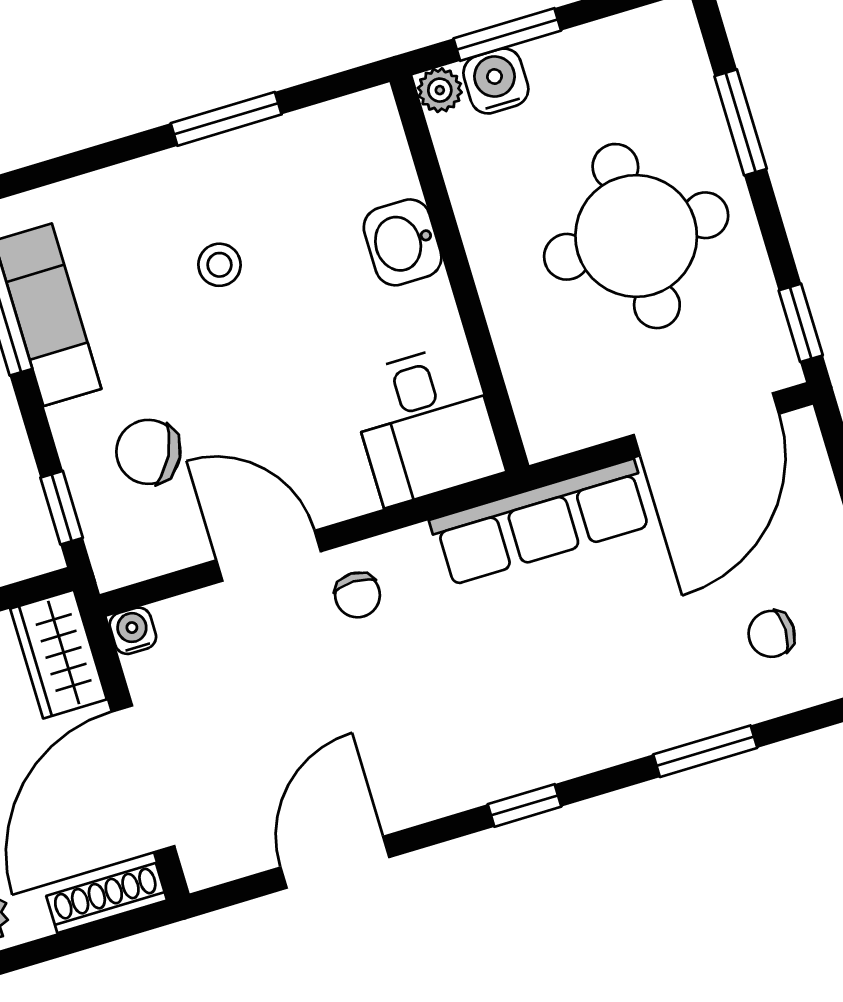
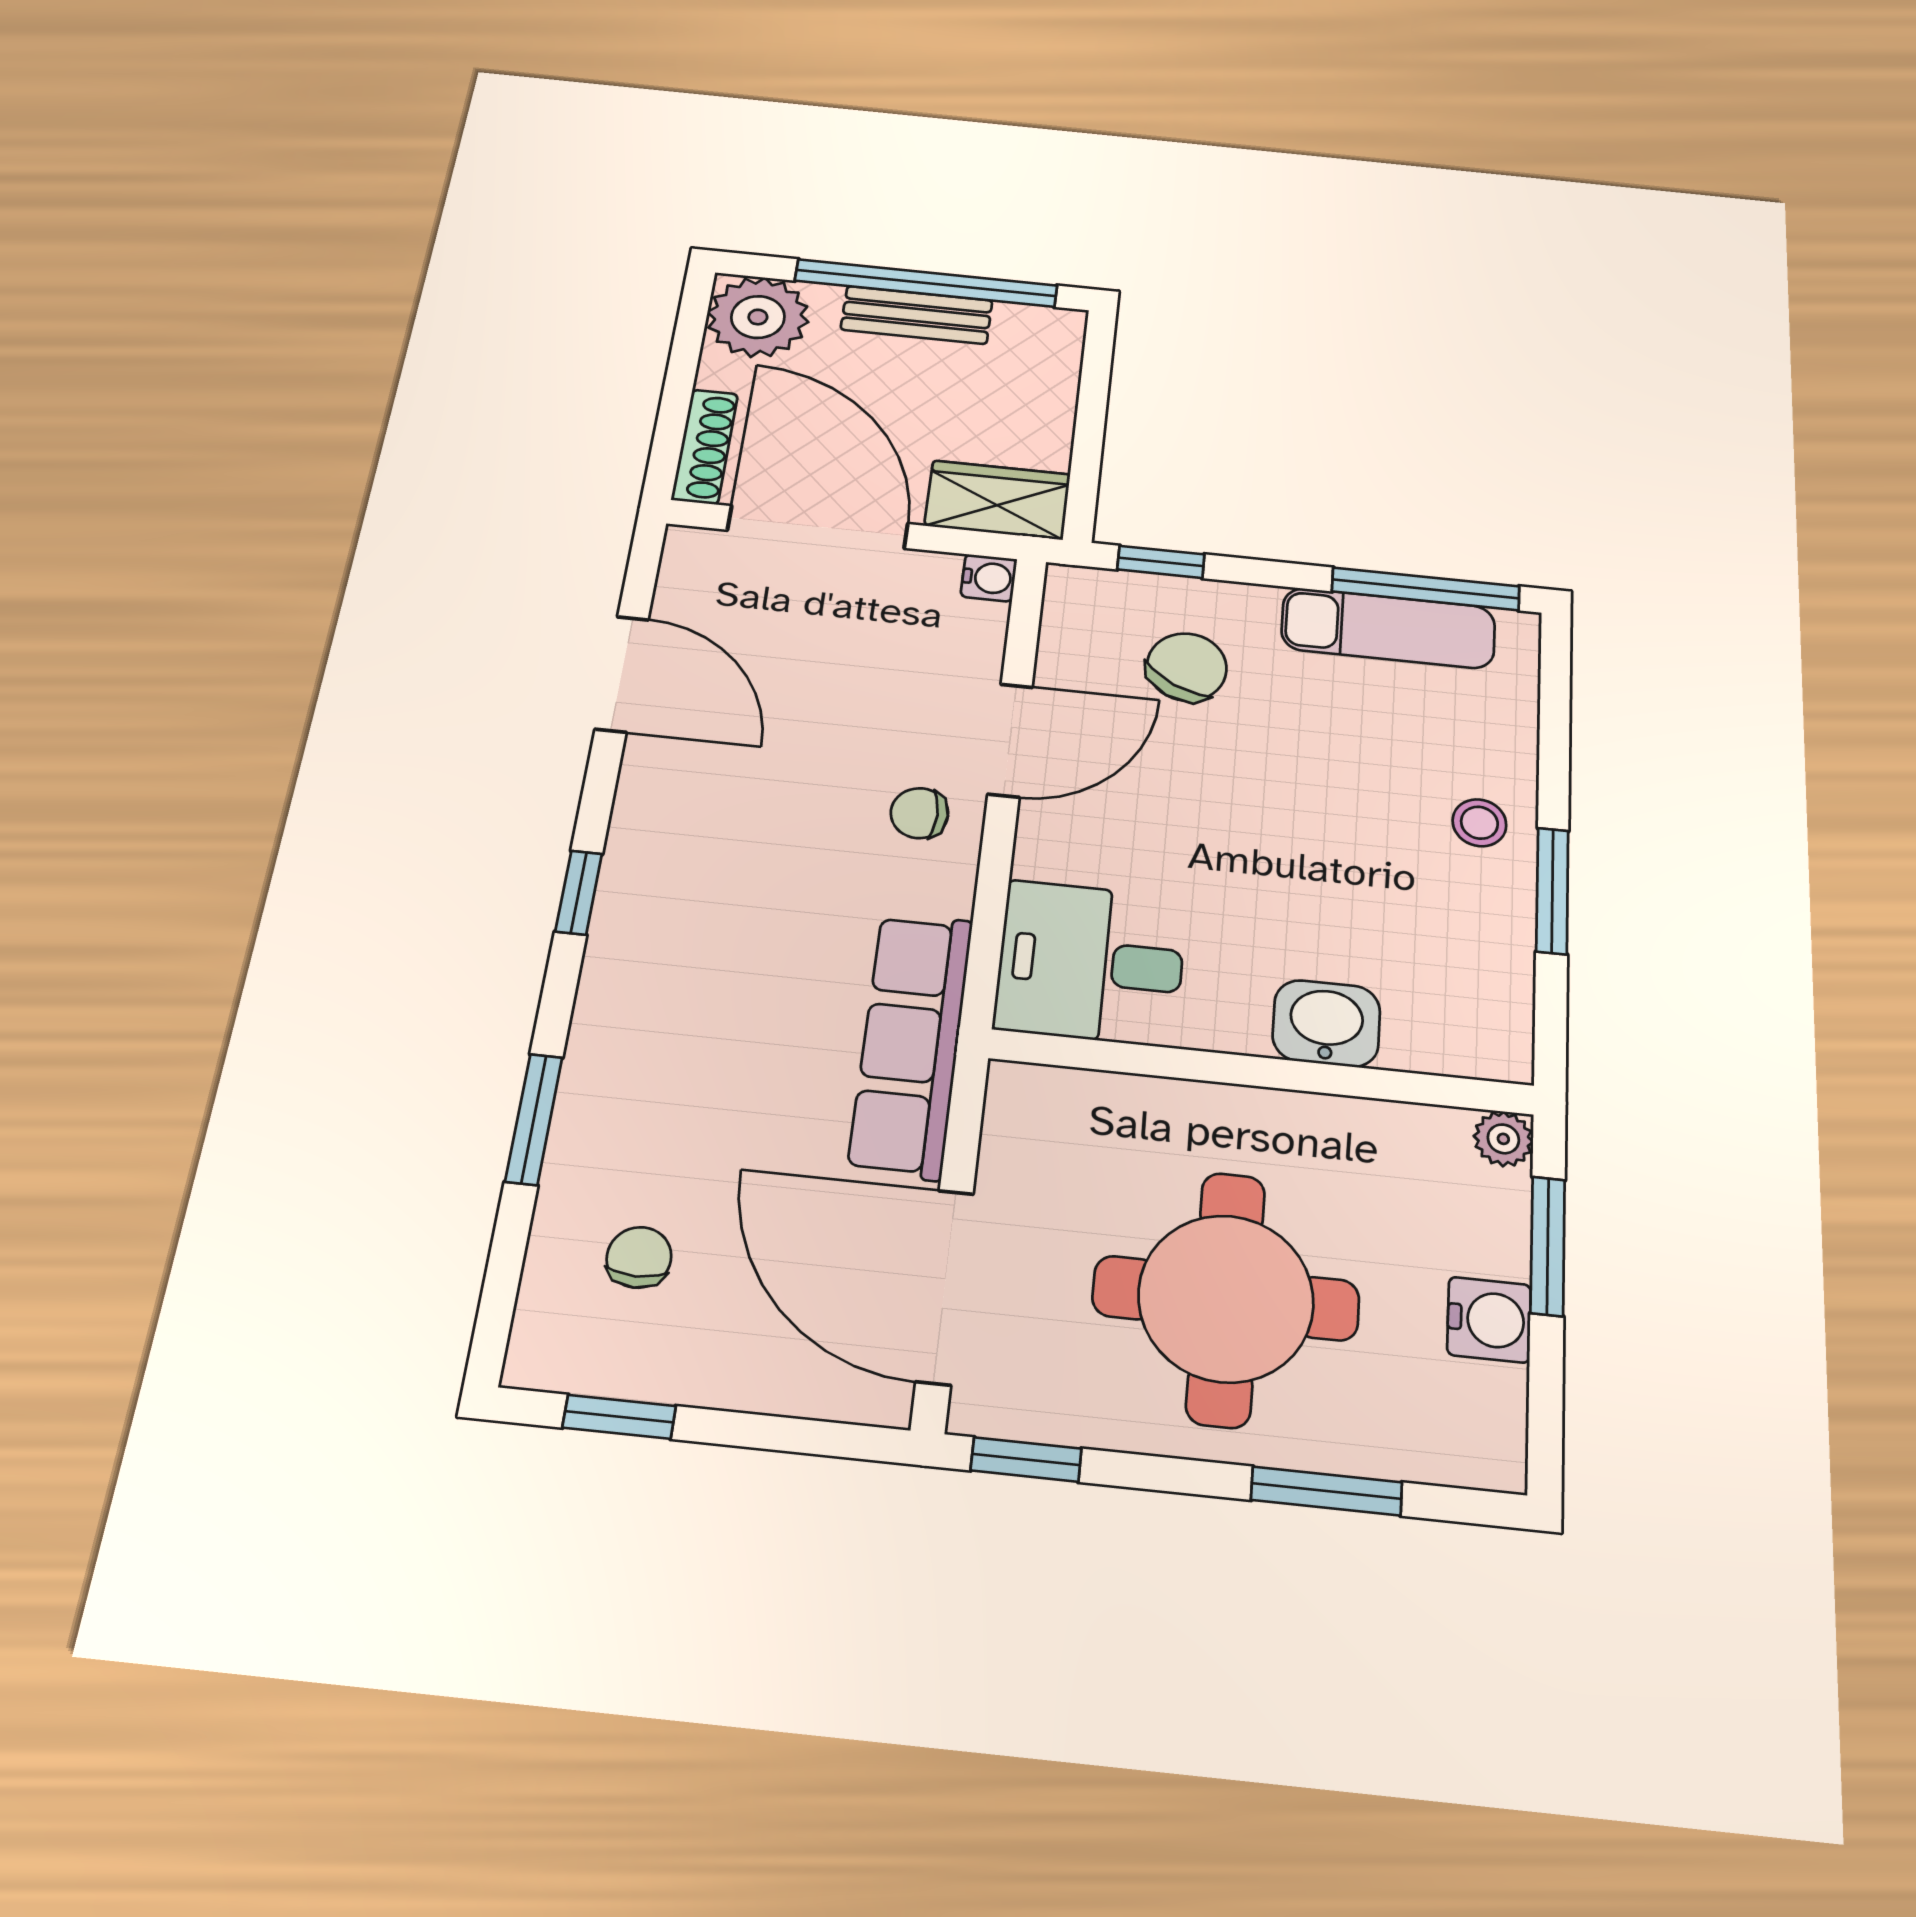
water cooler: (496, 81) -> (1489, 1320), moved
stool: (219, 265) -> (1479, 823), moved

